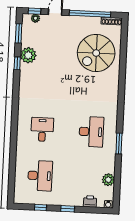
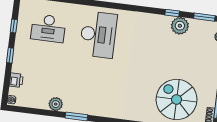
desk: (42, 129) -> (98, 35), width x1.87, depth x1.30
desk: (91, 132) -> (92, 88), removed
plant: (108, 180) -> (56, 104), moved

